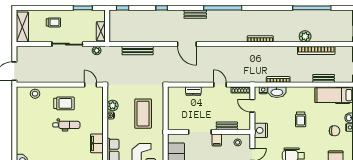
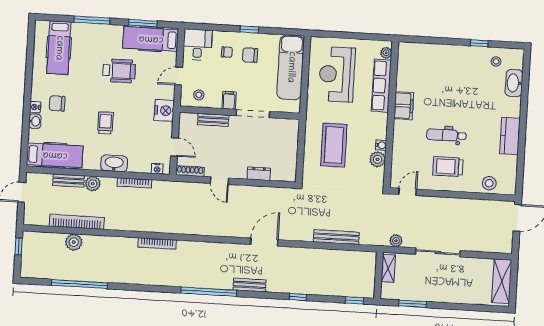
trolley: (53, 22) -> (456, 285), removed
plant: (305, 36) -> (74, 242), moved
door: (187, 44) -> (264, 242), hinge flipped
plant: (307, 77) -> (93, 184), added
door: (91, 85) -> (408, 192), swing flipped
washbasin: (277, 92) -> (114, 163), moved
kitchen counter: (23, 127) -> (510, 136), added

